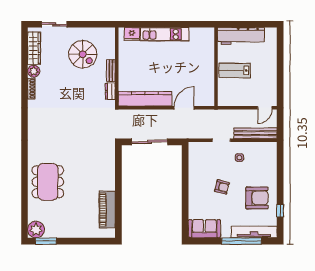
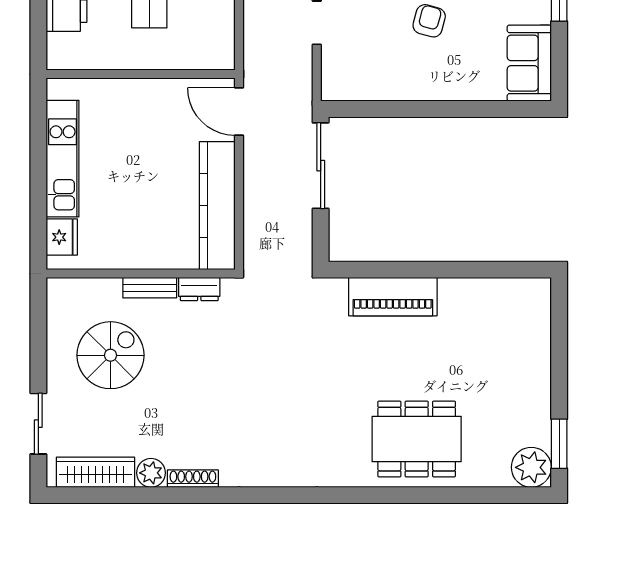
wall: (216, 67) -> (141, 74), moved
sliding door: (150, 142) -> (321, 166), moved
piano: (107, 210) -> (393, 297), moved

